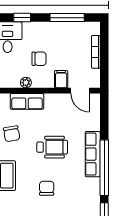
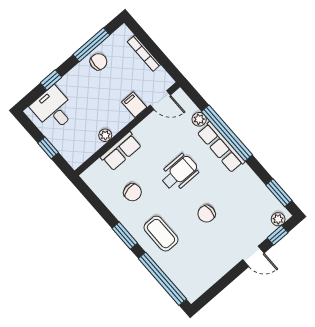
chair: (39, 59) -> (98, 62), moved
plant: (94, 124) -> (199, 119), added
window: (104, 168) -> (227, 133), moved
chair: (47, 188) -> (206, 214), turned -90

